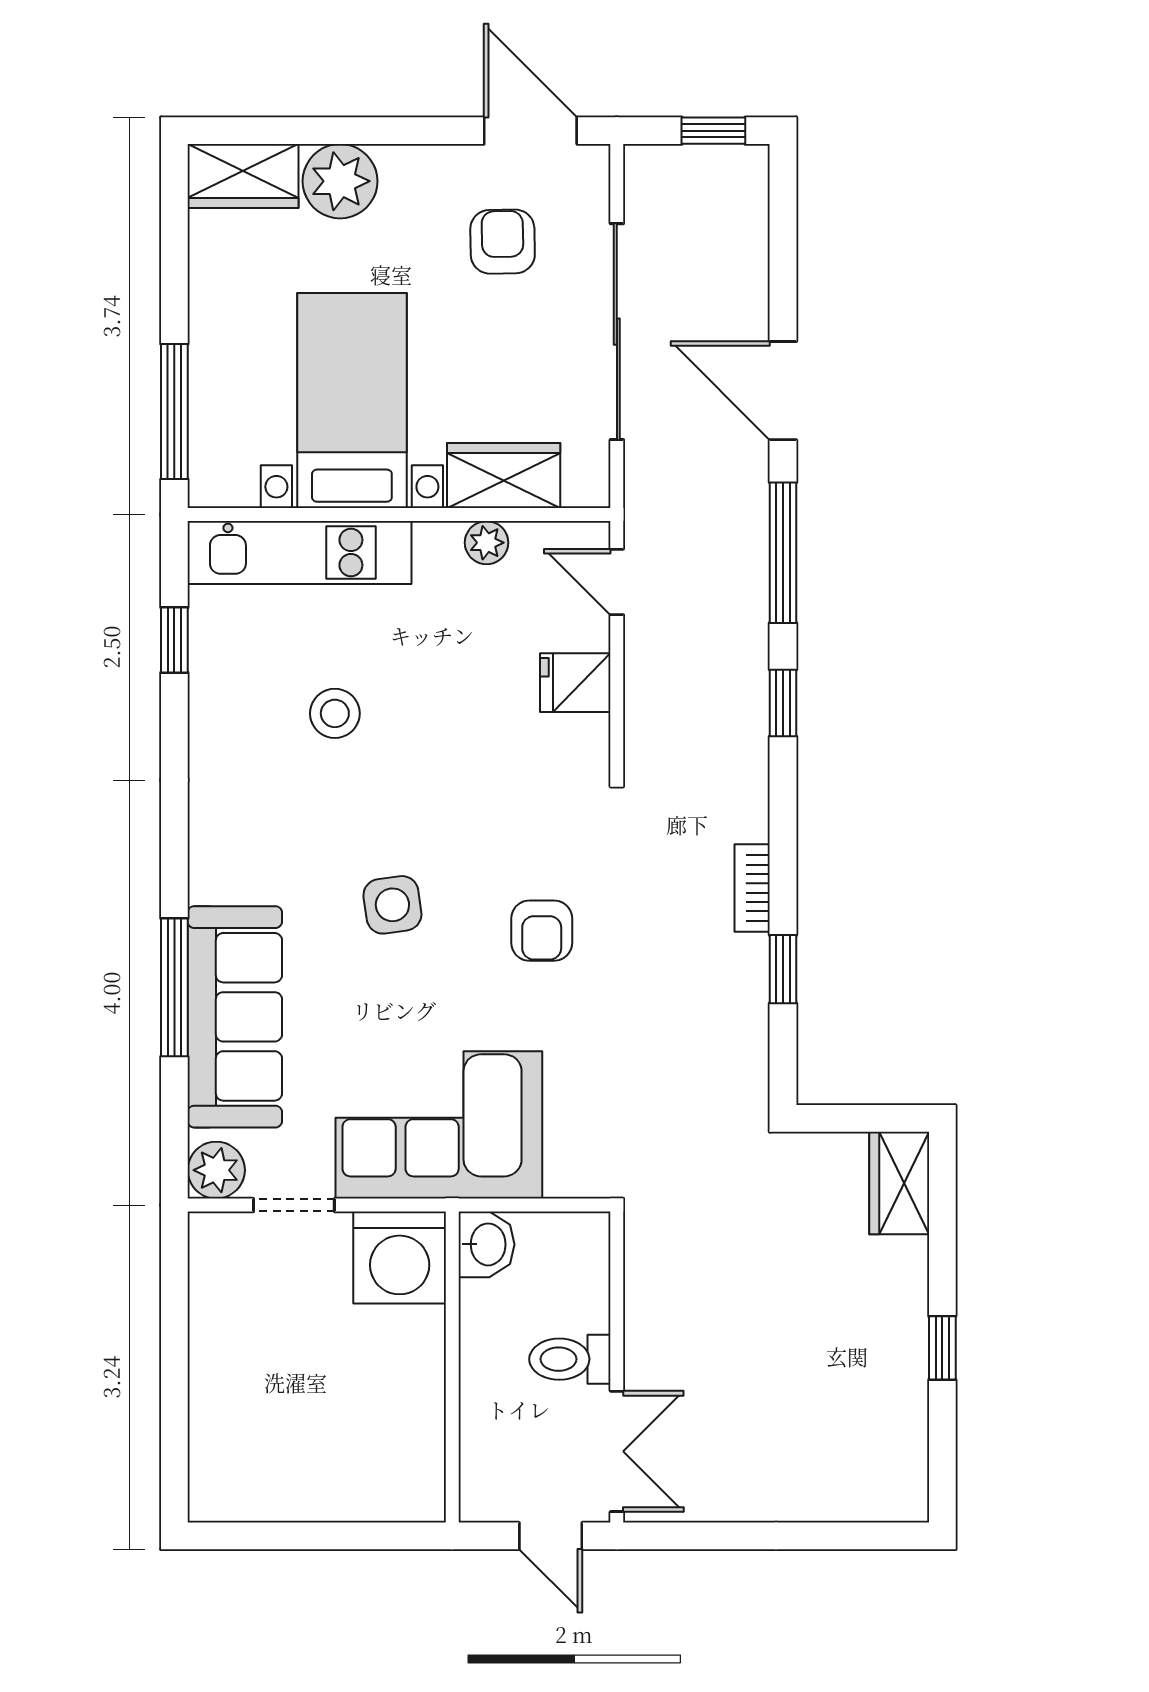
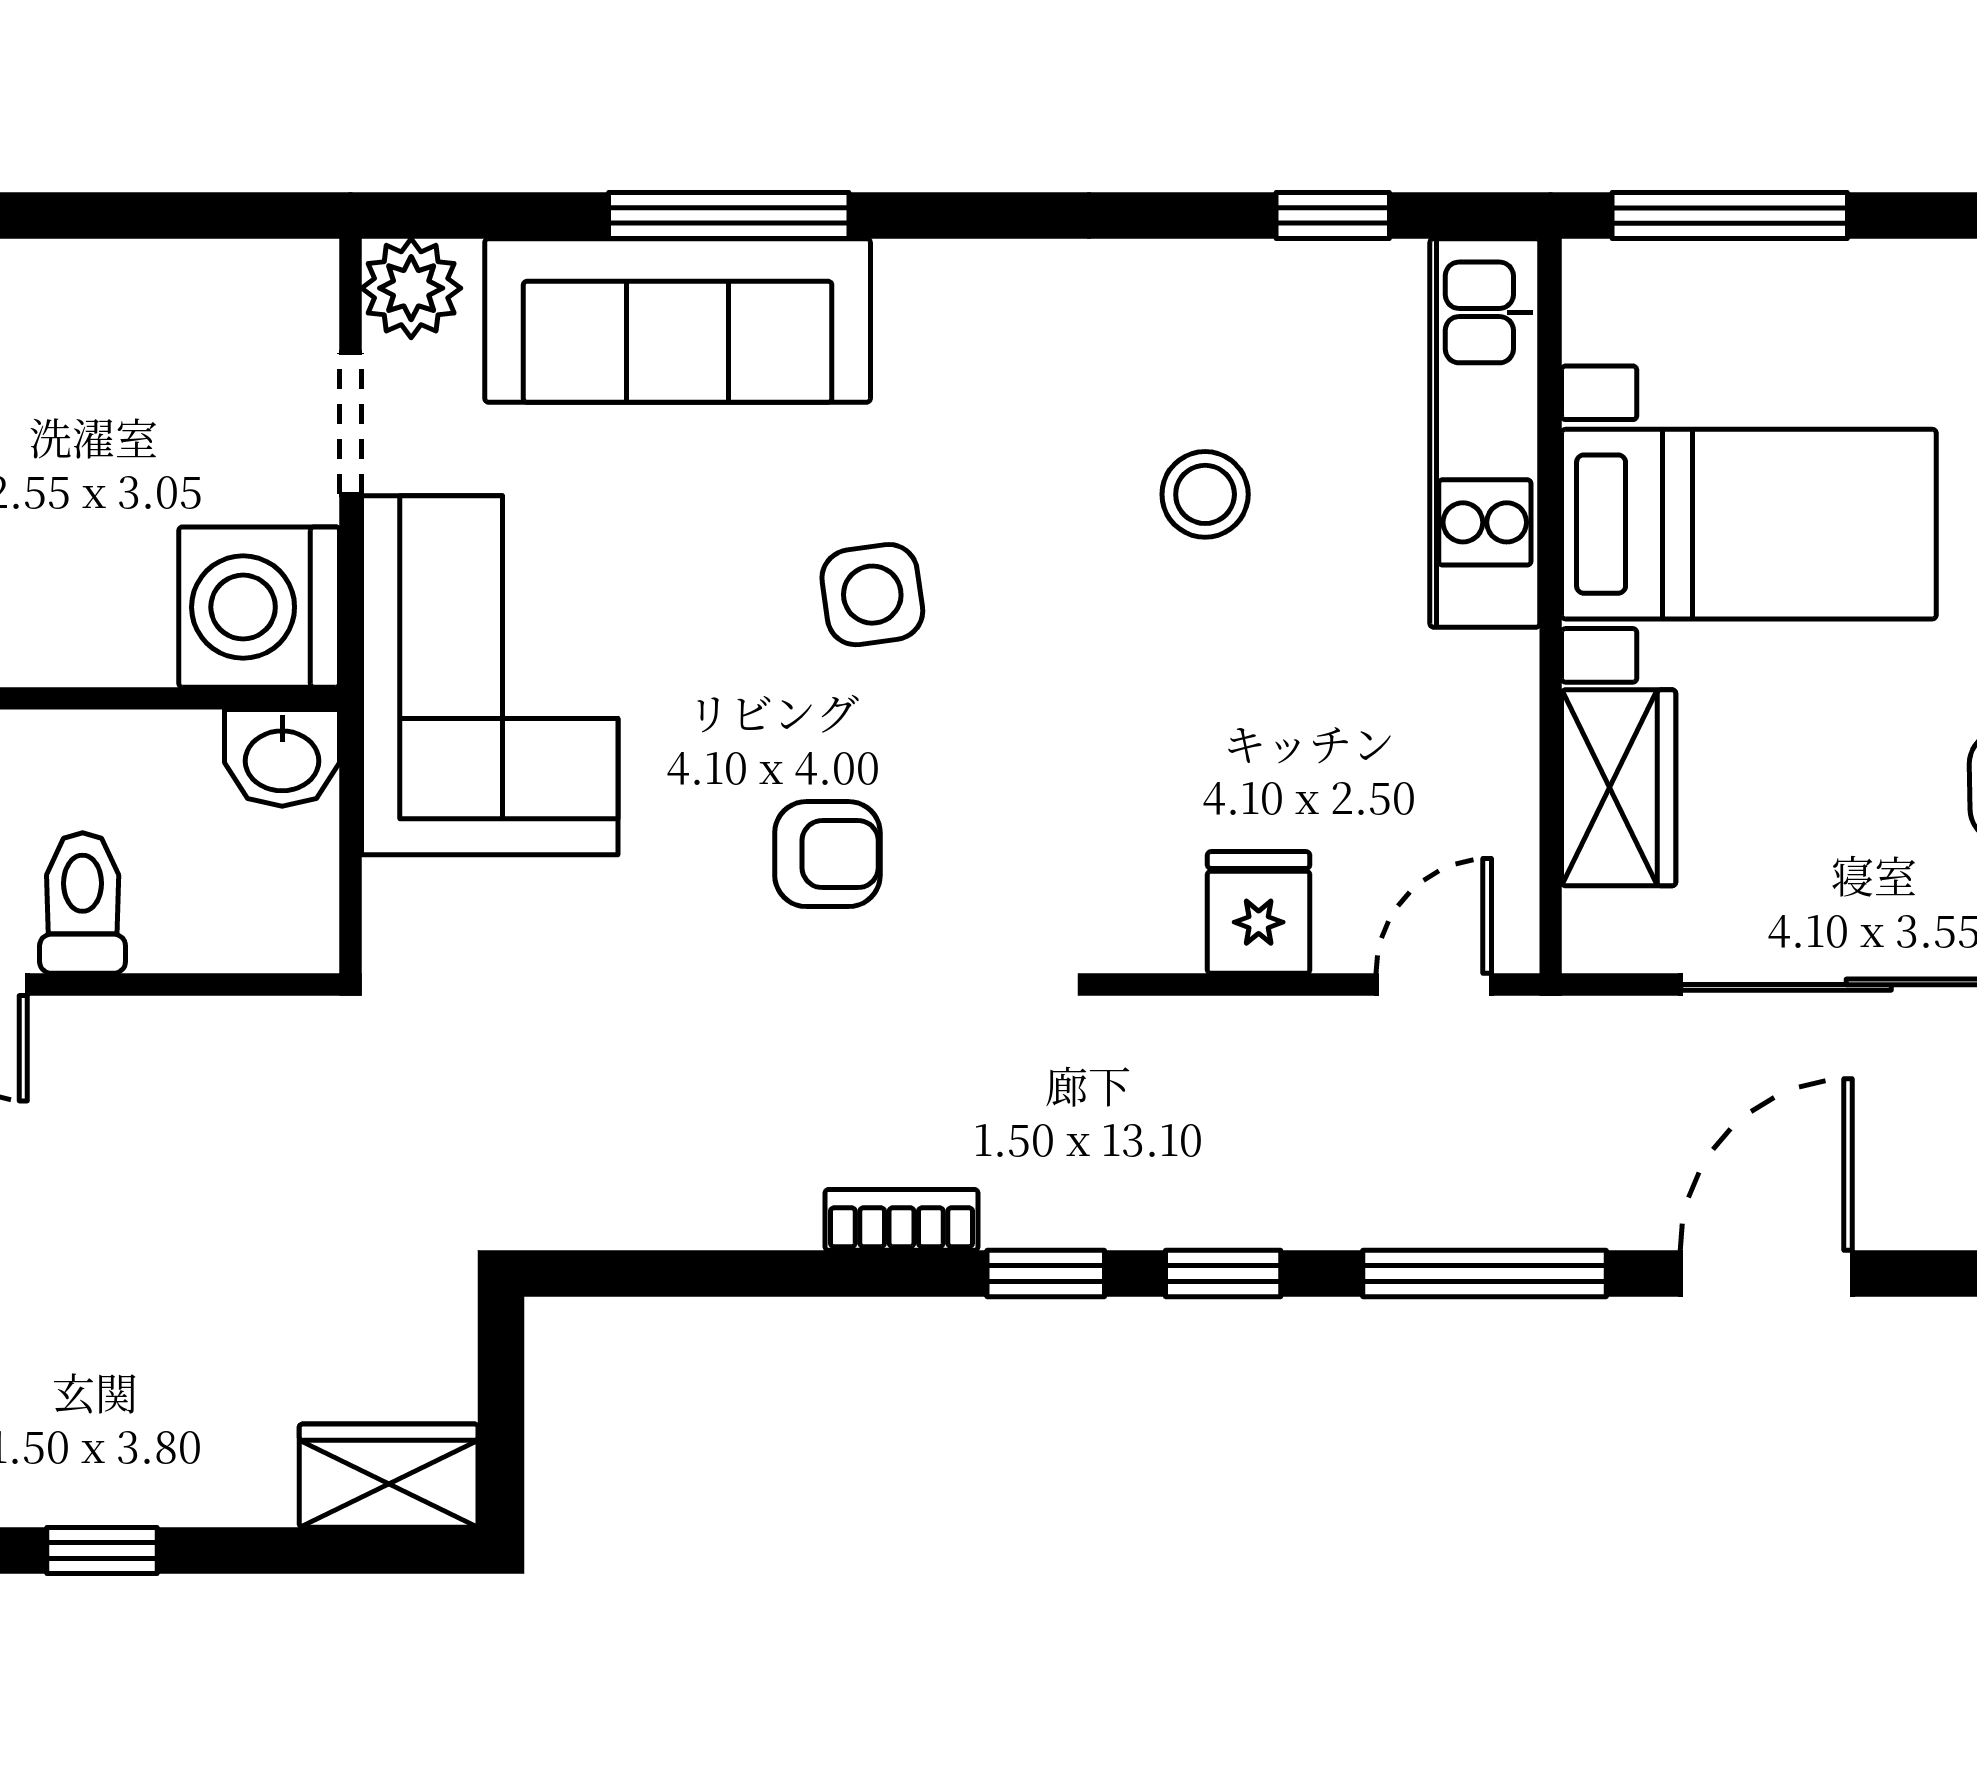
plant: (487, 543) -> (1502, 758), removed
armchair: (542, 931) -> (827, 854), turned 180
window: (783, 969) -> (1046, 1274), moved

